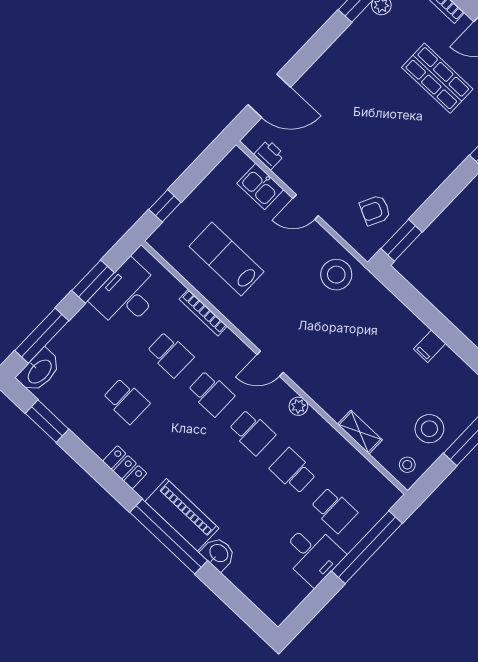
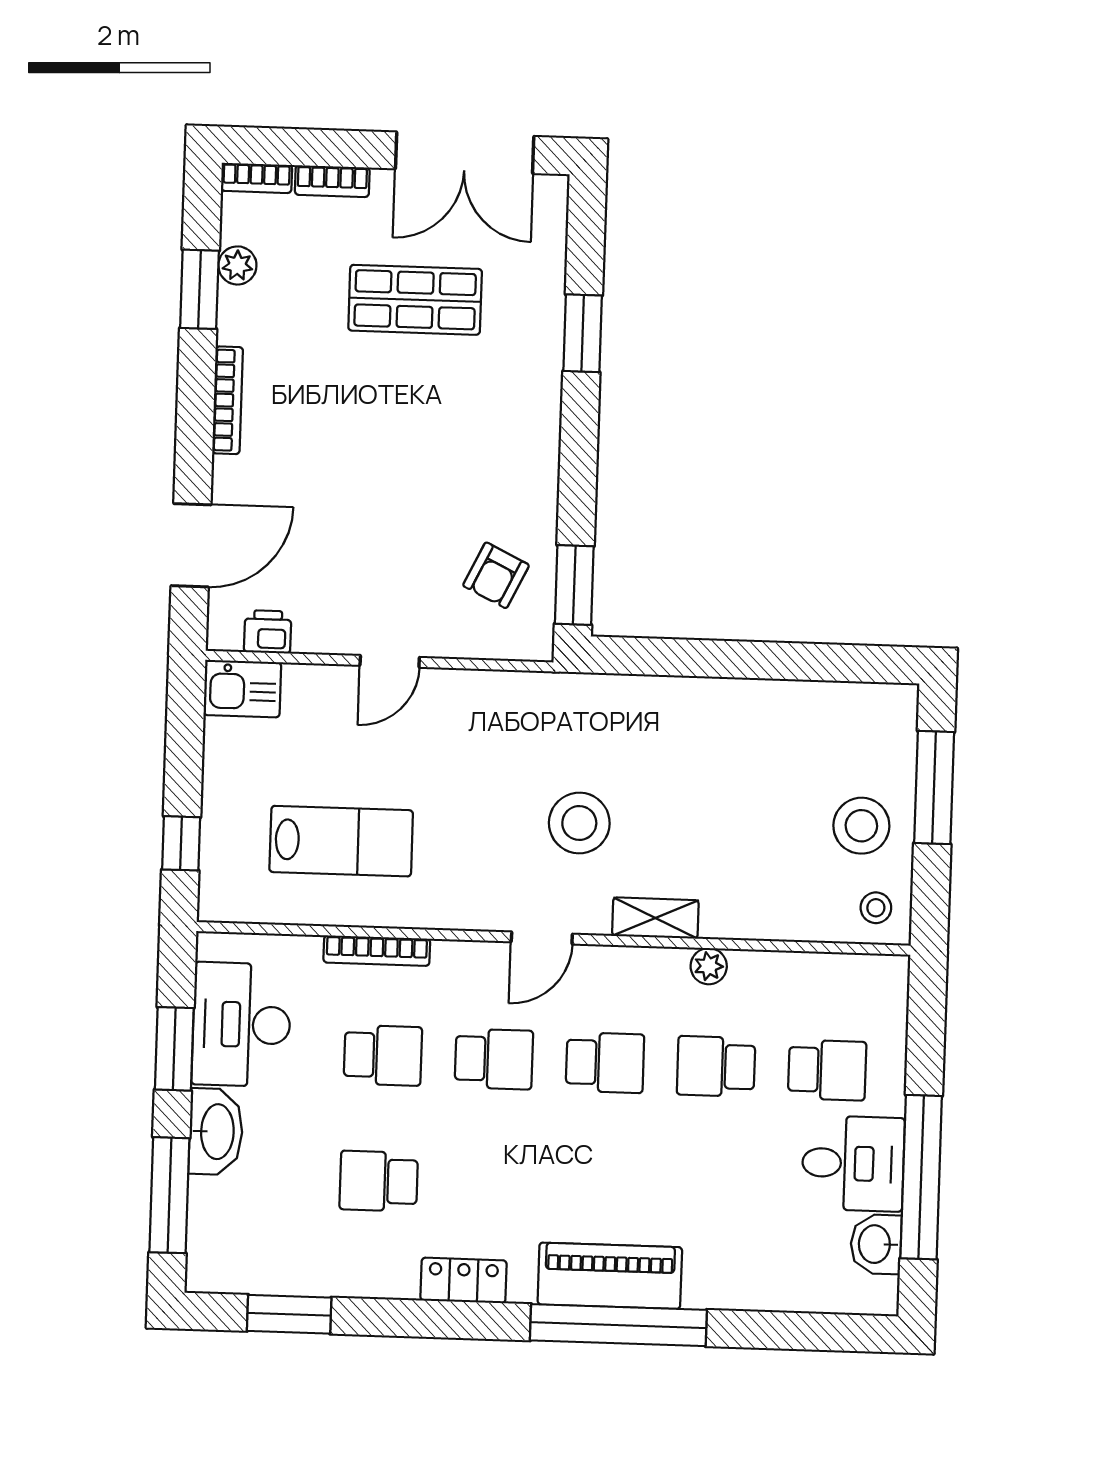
bookcase: (332, 53) -> (228, 400), added
kitchen sink: (260, 186) -> (242, 689), moved
lab bench: (226, 259) -> (341, 841), turned 180
stool: (336, 275) -> (579, 823), moved
filing cabinet: (430, 346) -> (754, 704), removed
washbasin: (39, 371) -> (216, 1132), moved
school desk: (126, 401) -> (379, 1181), turned 180
plant: (298, 406) -> (709, 966), moved
shelving: (360, 432) -> (655, 918), moved
window: (367, 547) -> (921, 1177), moved
washbasin: (218, 554) -> (876, 1244), moved, turned -90

